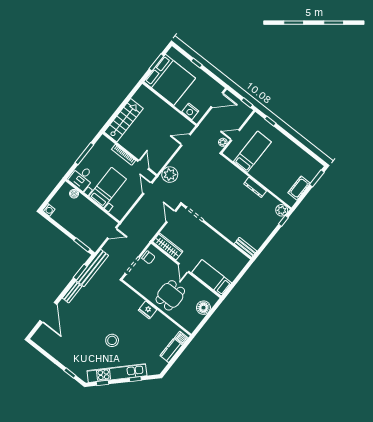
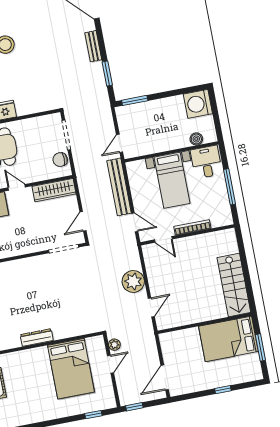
bed: (170, 80) -> (228, 339), width x0.73
nightstand: (190, 111) -> (177, 338), removed
stairs: (124, 120) -> (234, 285), moved
bed: (252, 152) -> (71, 369), width x1.50
plant: (170, 175) -> (133, 281), moved
washing machine: (49, 210) -> (198, 104), width x1.89, depth x1.89
door: (171, 216) -> (83, 221), swing flipped
bench: (92, 268) -> (119, 187), moved

